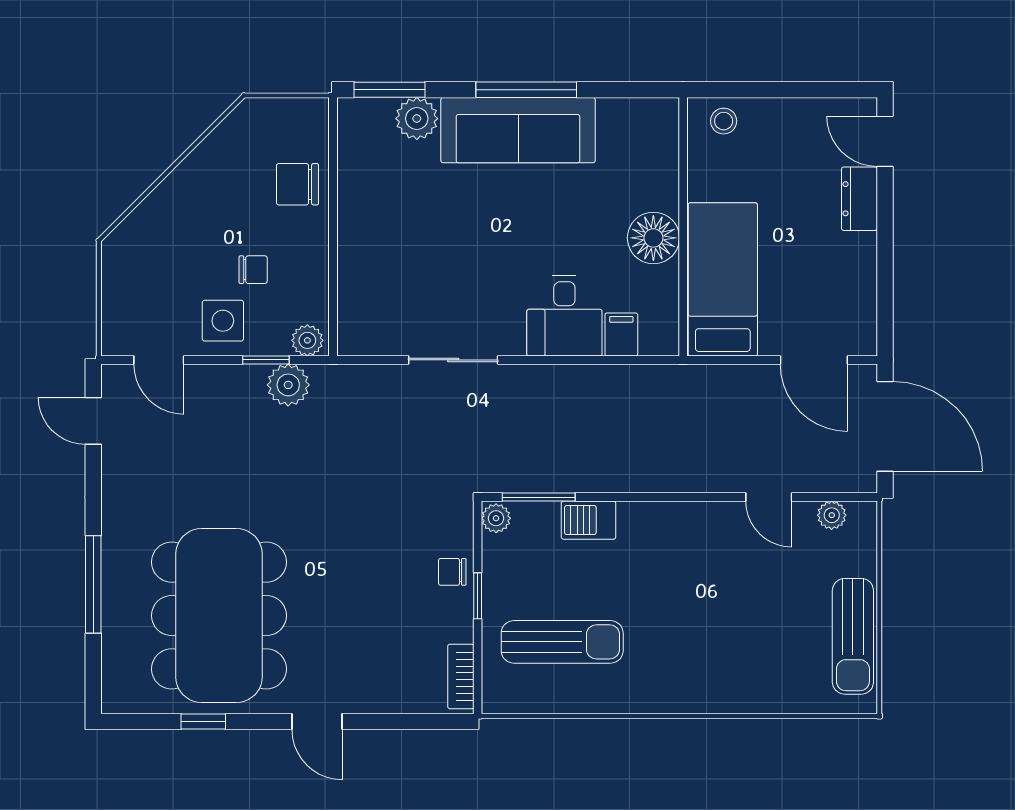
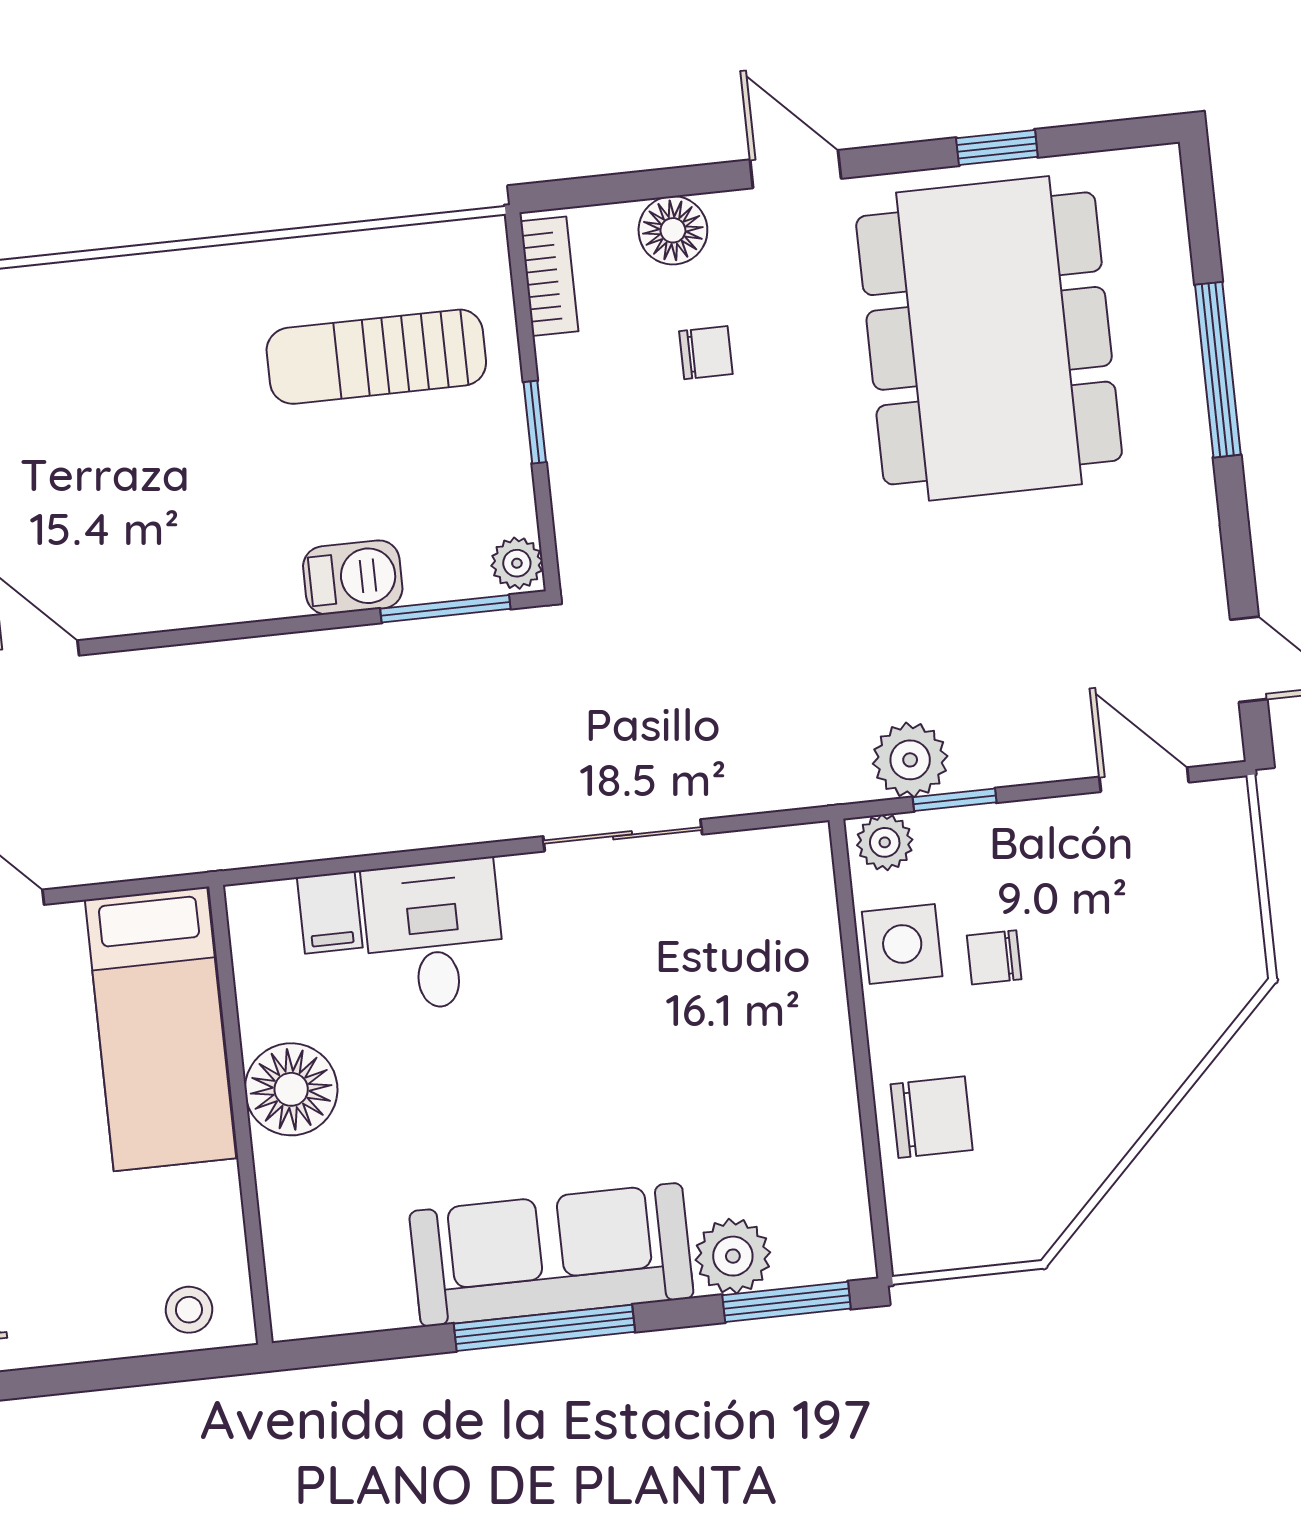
side table: (223, 321) -> (902, 944), moved
chair: (452, 572) -> (706, 353), moved
floor lamp: (389, 695) -> (673, 230), added

